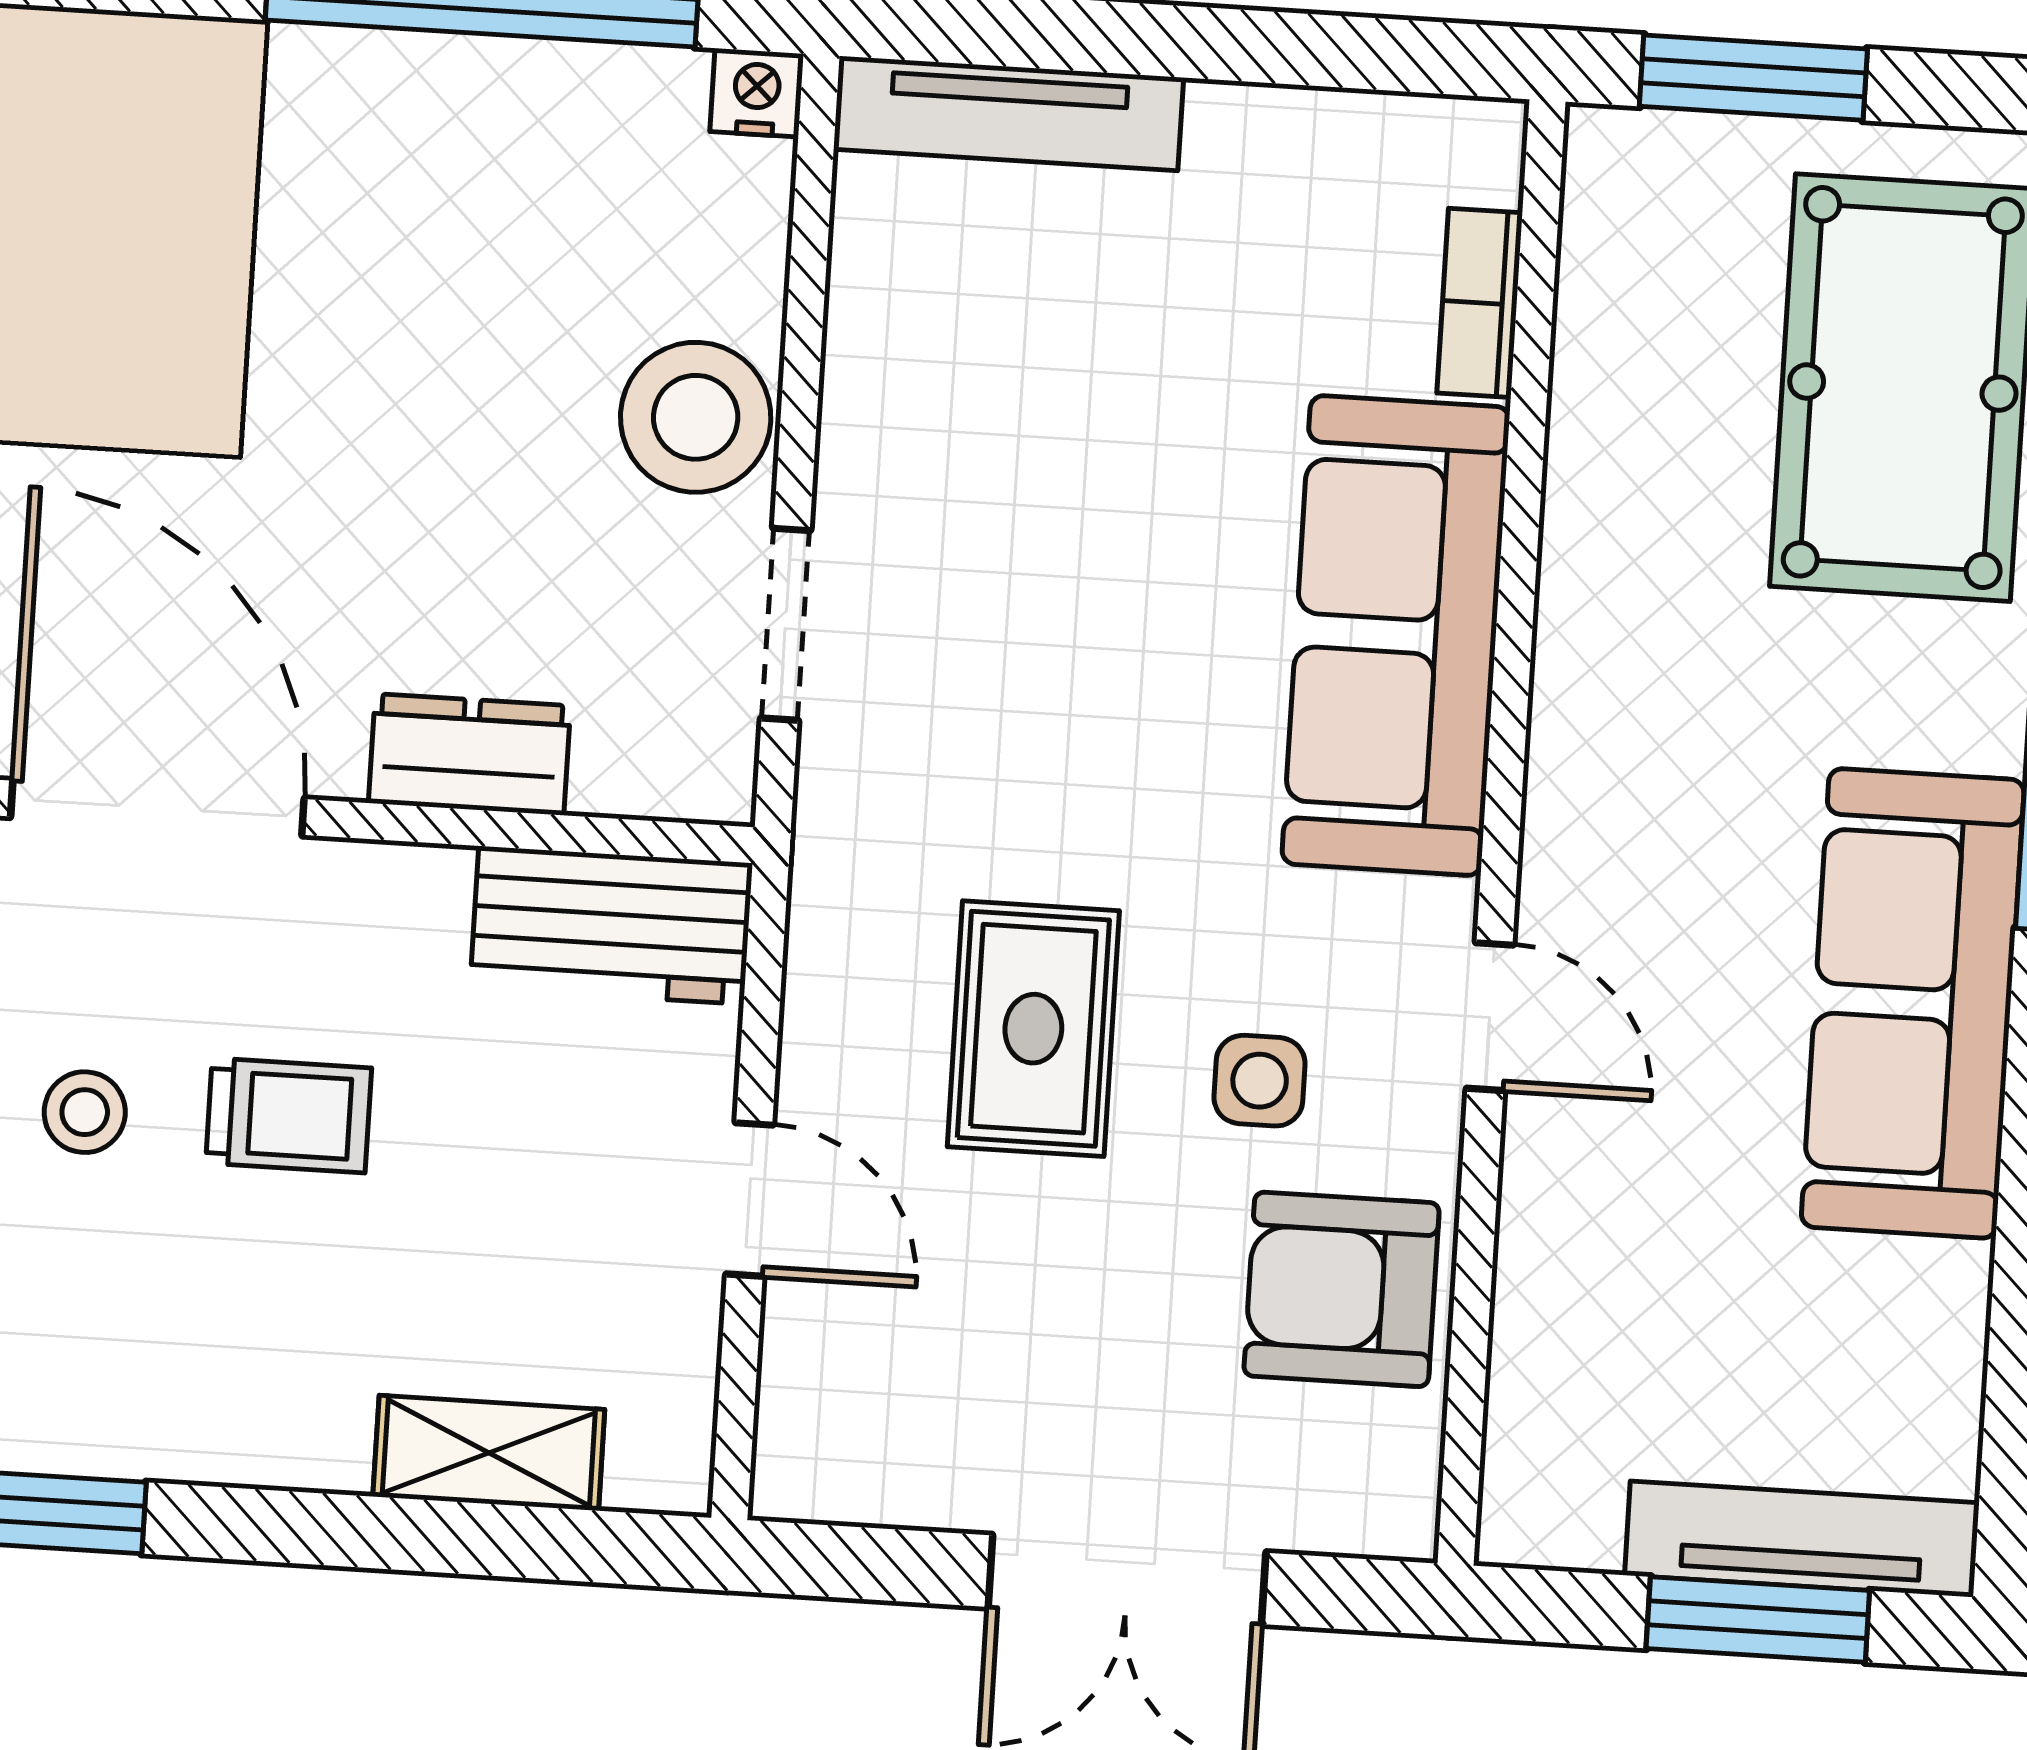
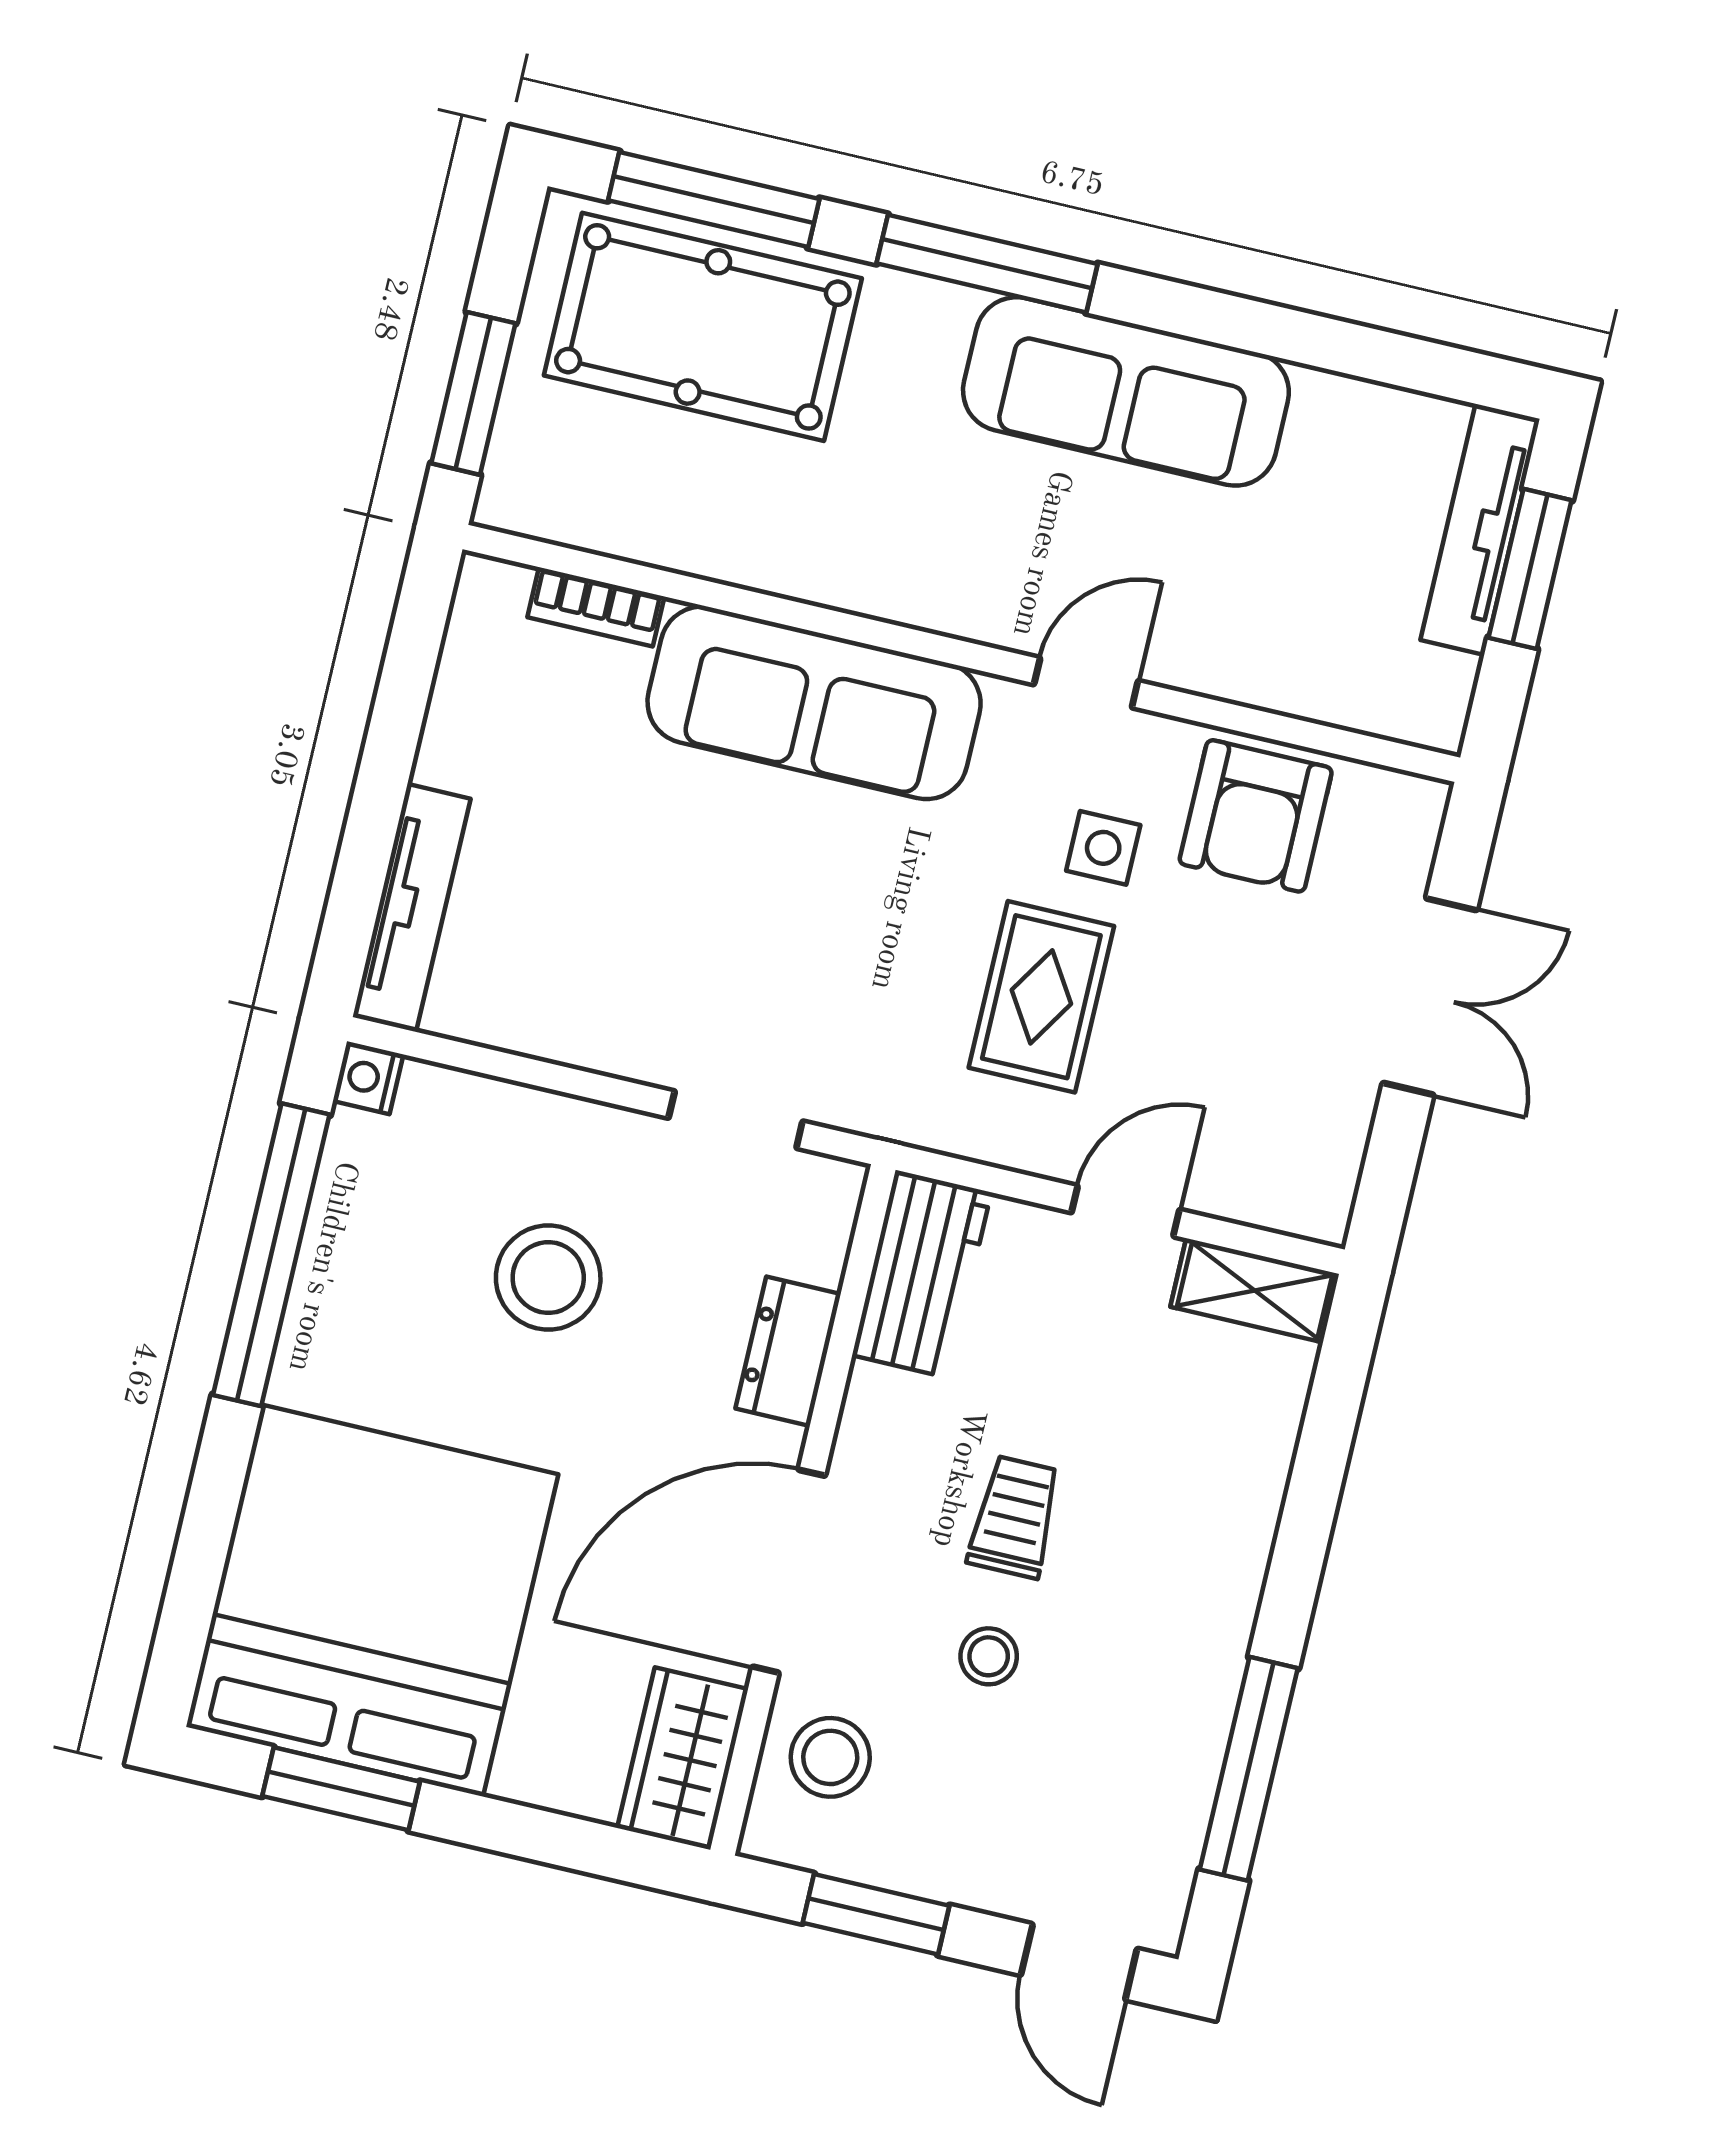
stool: (696, 417) -> (548, 1278), moved
rug: (1033, 1029) -> (1041, 997), turned 90
shelving: (489, 1453) -> (1255, 1290), moved, turned 90

